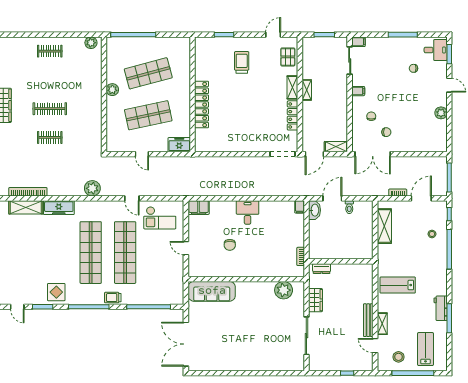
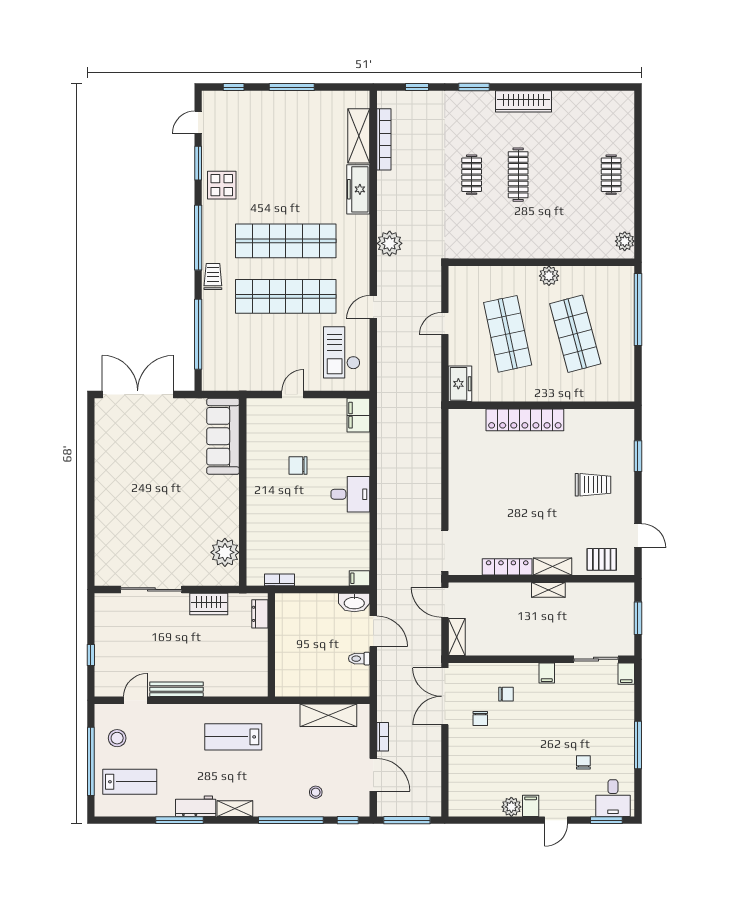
filing cabinet: (440, 101) -> (531, 806), added
lab bench: (398, 285) -> (233, 737), turned -90
shelving: (382, 324) -> (235, 809), moved

